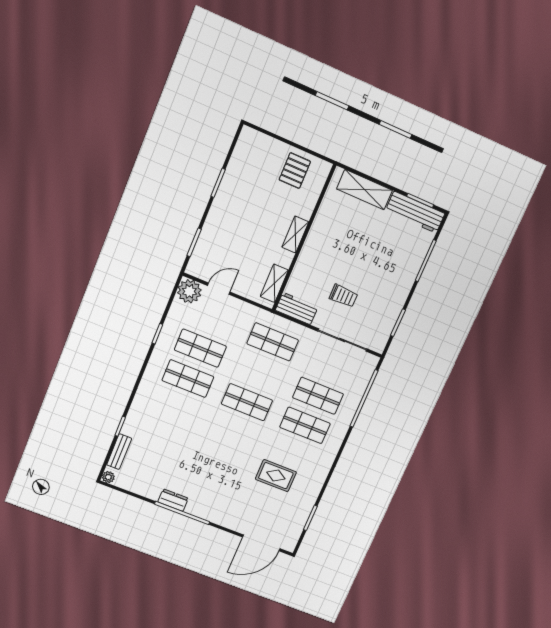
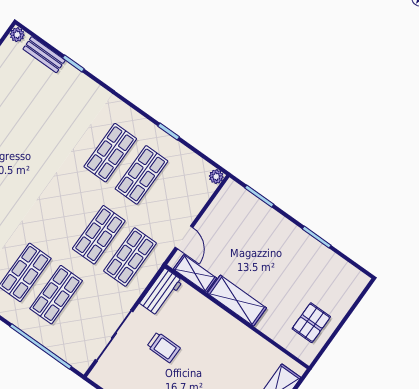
pallet: (295, 171) -> (311, 323), turned 90
shelving: (295, 235) -> (237, 301), width x1.50, depth x1.33
door: (219, 289) -> (184, 237), moved
plant: (189, 291) -> (216, 177), width x0.53, depth x0.53
trolley: (343, 296) -> (164, 347), turned -90
shop shelf: (247, 402) -> (99, 235), moved

